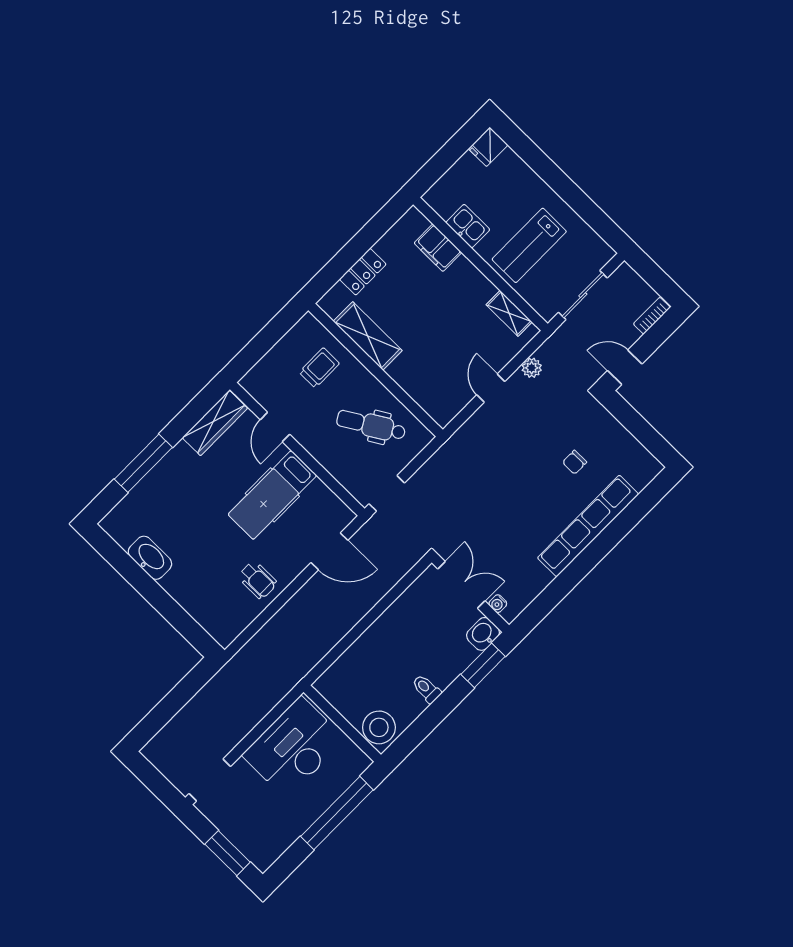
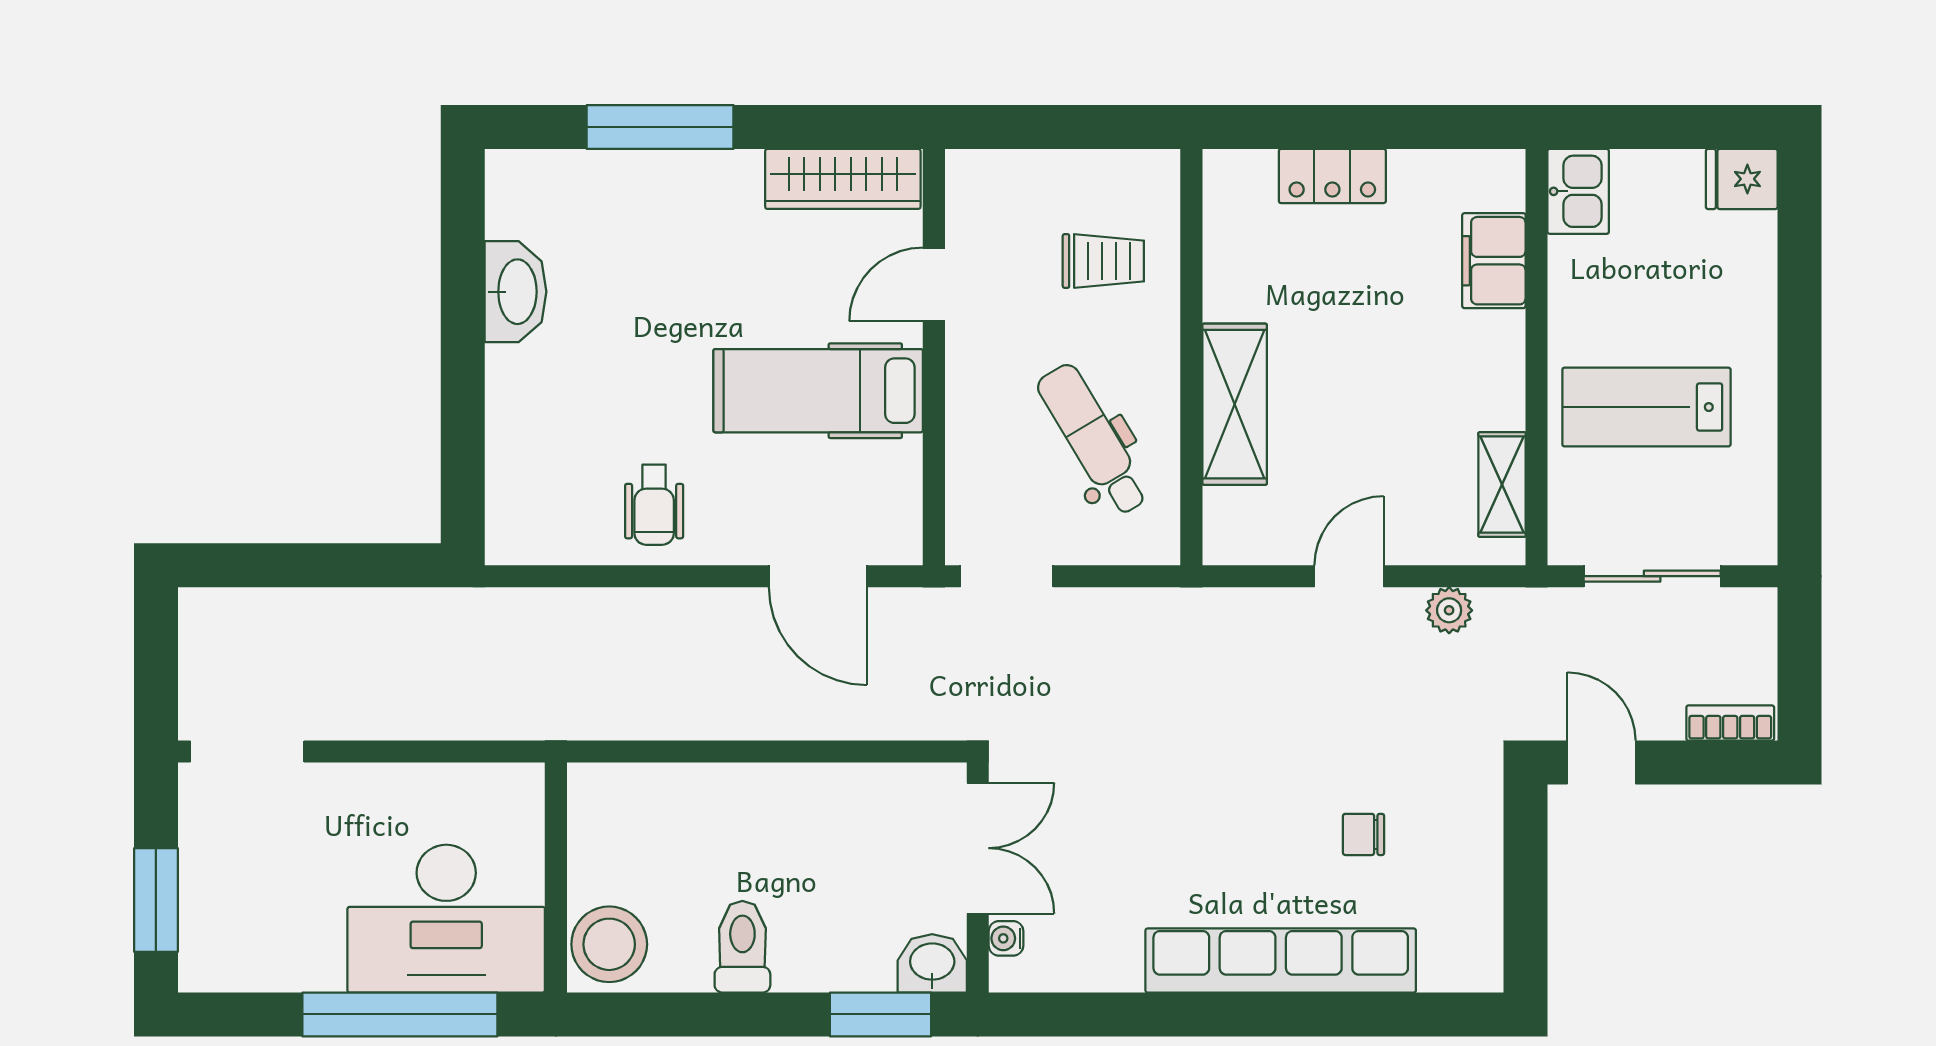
kitchen sink: (468, 226) -> (1578, 191), moved
shelving: (368, 336) -> (1235, 404), moved
toilet: (426, 689) -> (742, 947), width x1.37, depth x1.39
desk: (294, 747) -> (446, 919), moved, turned 180

